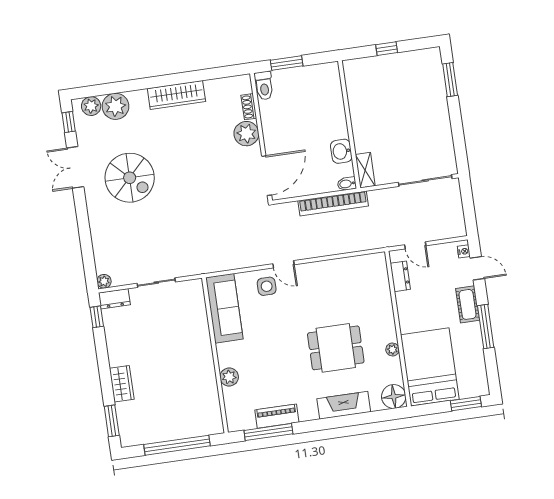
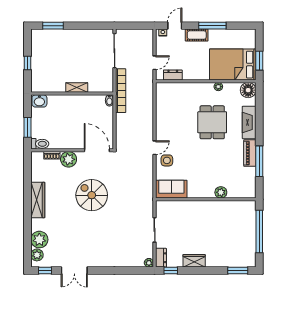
washbasin: (341, 151) -> (39, 101), moved
shelving: (365, 170) -> (77, 88), moved
spiral stairs: (130, 178) -> (92, 195), moved, turned -90
bookcase: (333, 203) -> (121, 91), moved
sofa: (224, 308) -> (171, 189), width x0.73
wardrobe: (122, 384) -> (194, 261), moved
window: (466, 404) -> (259, 61), moved
piano: (277, 416) -> (250, 153), moved
window: (268, 432) -> (259, 161), moved

